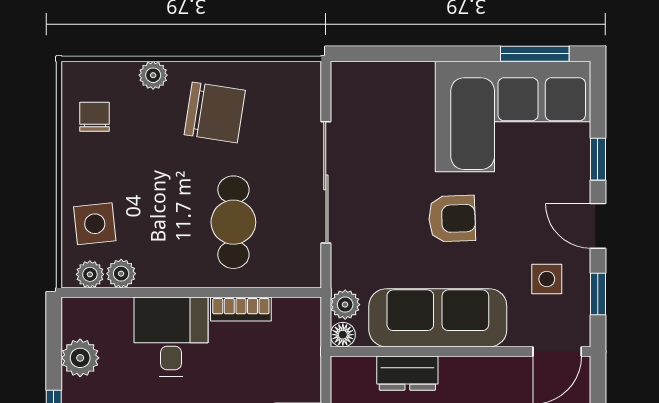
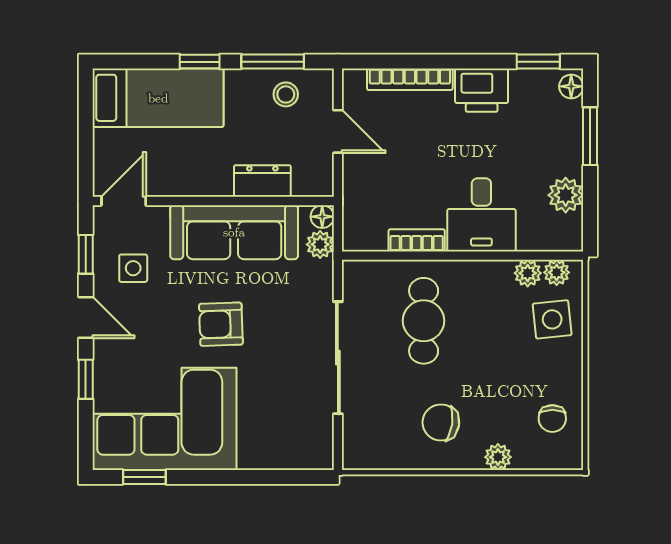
window: (535, 54) -> (144, 477), width x0.67
chair: (215, 113) -> (441, 422), width x0.73, depth x0.73

